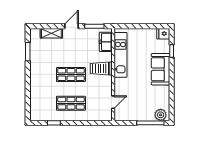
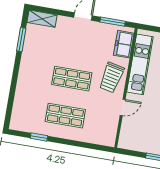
shelving: (51, 33) -> (42, 19), moved
trolley: (101, 69) -> (111, 77), turned -78
door: (113, 102) -> (123, 107), moved

